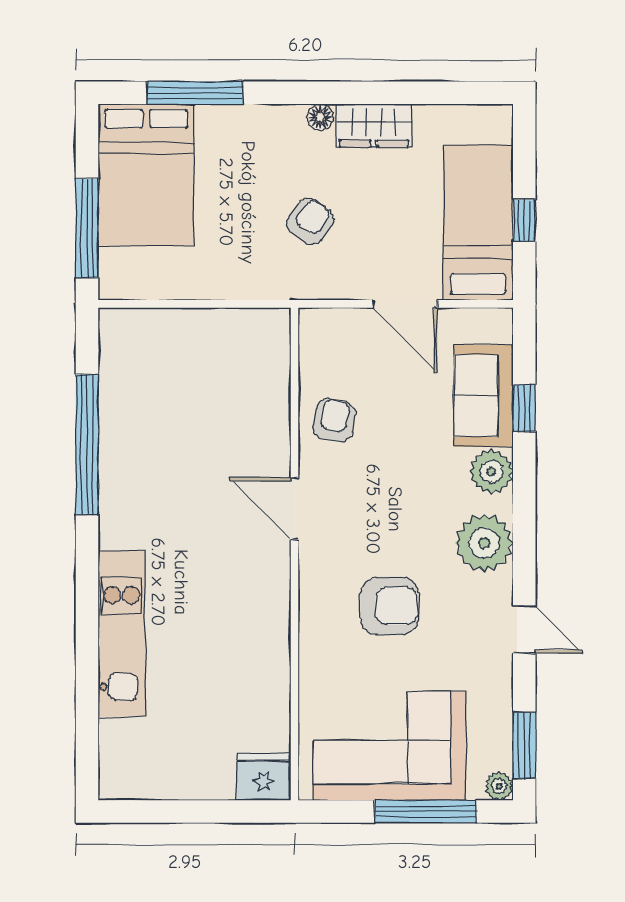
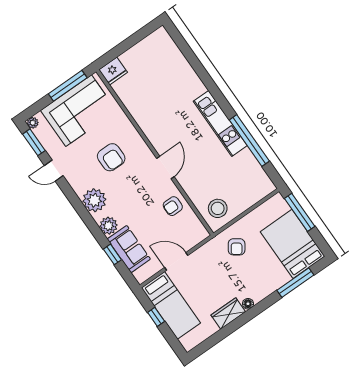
armchair: (310, 221) -> (237, 247), moved
stool: (247, 352) -> (218, 208), added
armchair: (334, 420) -> (173, 206), turned 80
door: (295, 509) -> (165, 167), hinge flipped
armchair: (390, 606) -> (111, 157), turned -90
door: (524, 630) -> (54, 171), moved
kitchen unit: (122, 634) -> (220, 123), moved
window: (425, 812) -> (68, 86), moved

